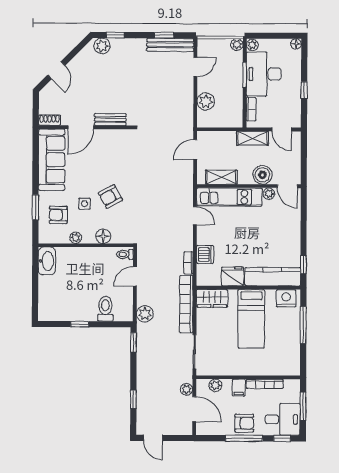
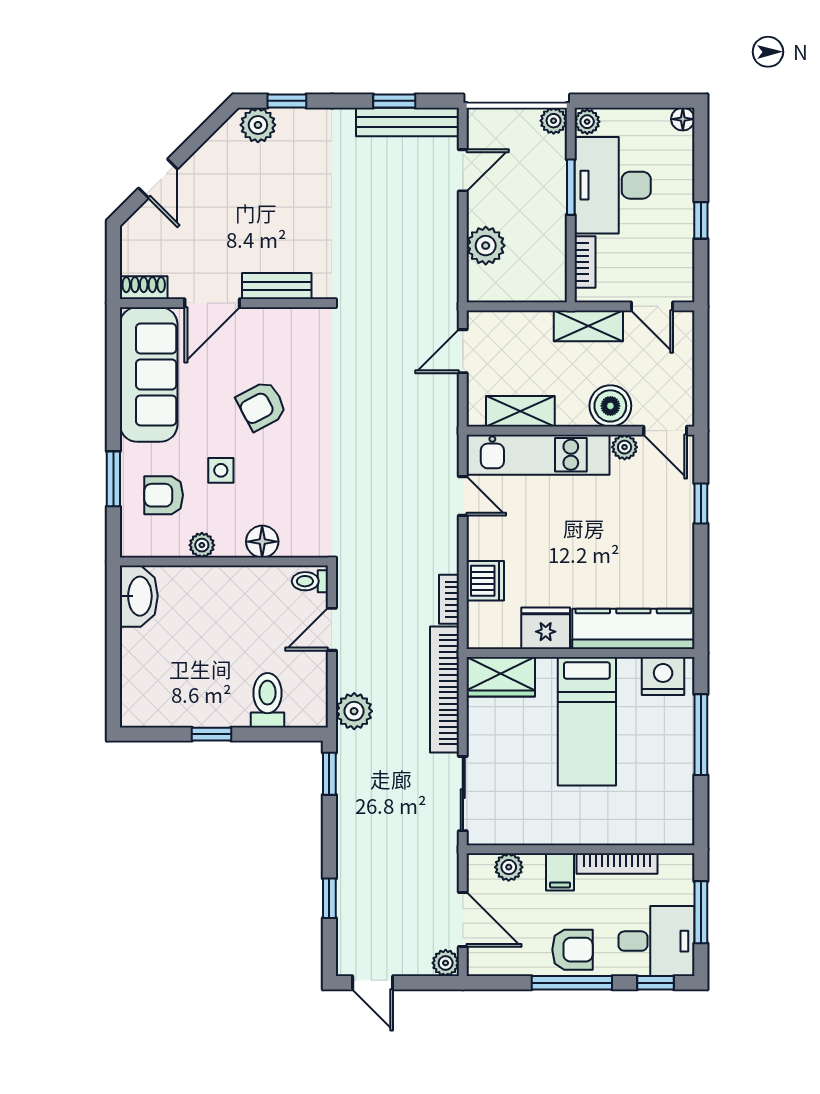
armchair: (110, 196) -> (262, 406), moved
window: (303, 265) -> (701, 503), moved
plant: (186, 389) -> (446, 963), moved

